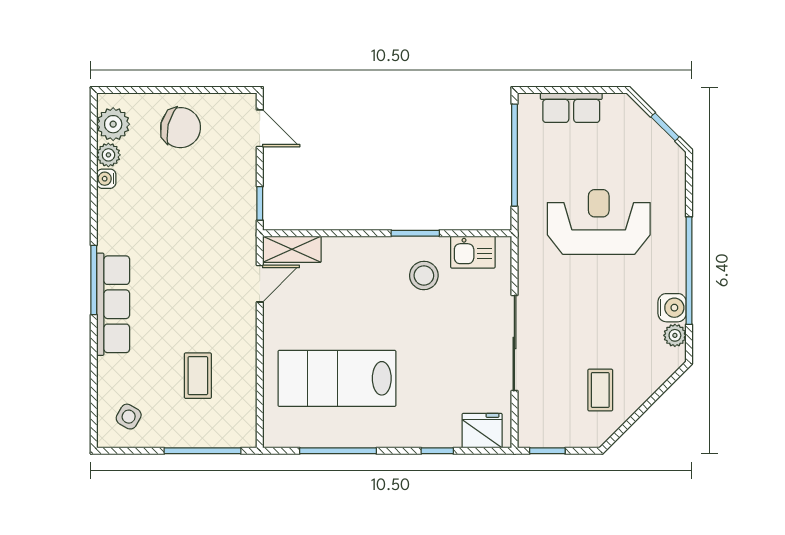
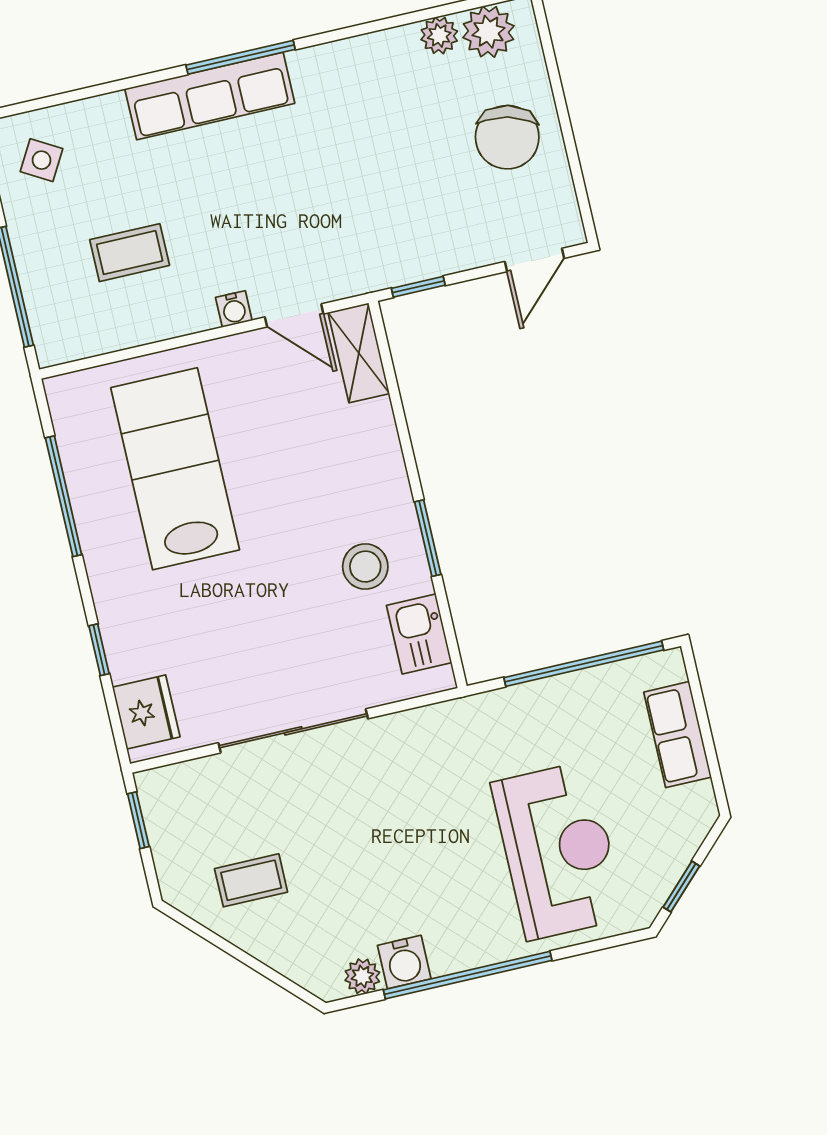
water cooler: (106, 179) -> (234, 309), moved, turned 180
reception desk: (599, 222) -> (558, 851), moved

